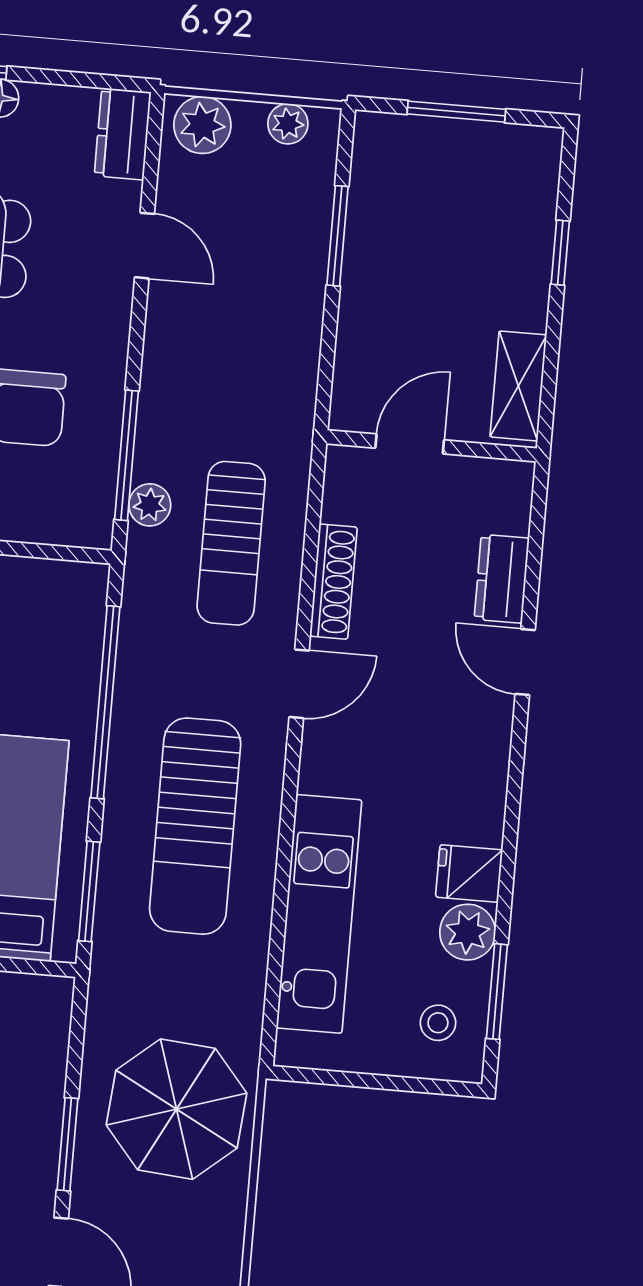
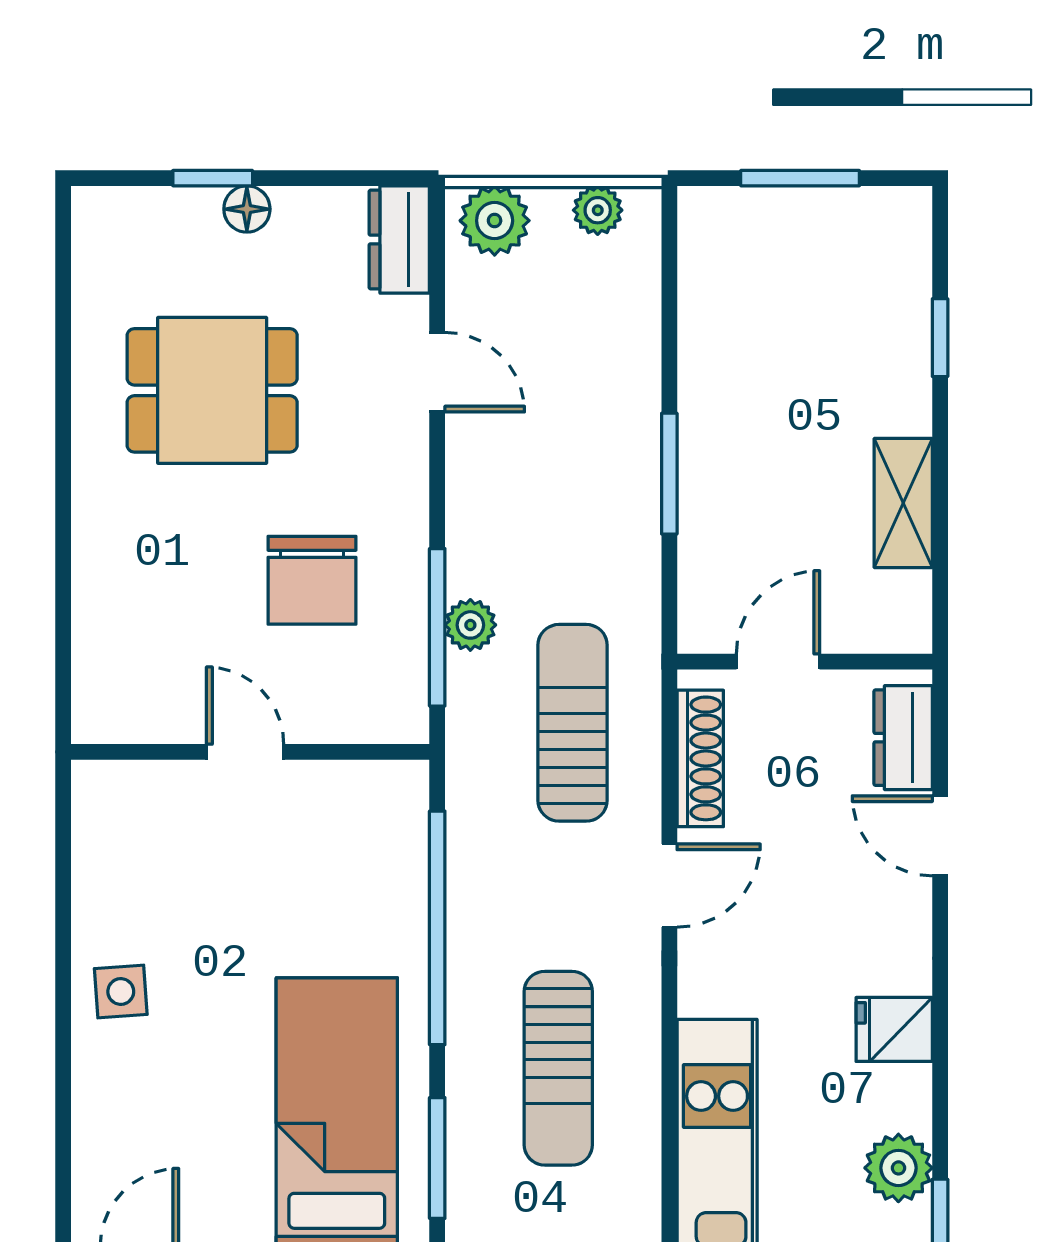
window: (338, 236) -> (669, 474), moved
door: (410, 444) -> (778, 662), moved
wall: (432, 446) -> (805, 662), moved
plant: (150, 505) -> (470, 625), moved
sun lounger: (231, 543) -> (573, 723), turned 180
sun lounger: (195, 826) -> (558, 1068), width x0.73, depth x0.75
fridge: (469, 873) -> (894, 1029), moved

